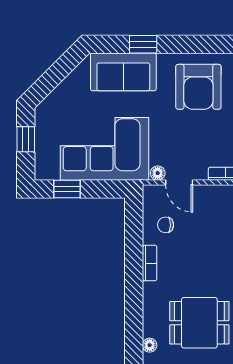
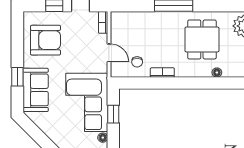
floor lamp: (158, 173) -> (103, 138), moved
door: (179, 183) -> (109, 53), hinge flipped
window: (67, 189) -> (113, 114), moved

